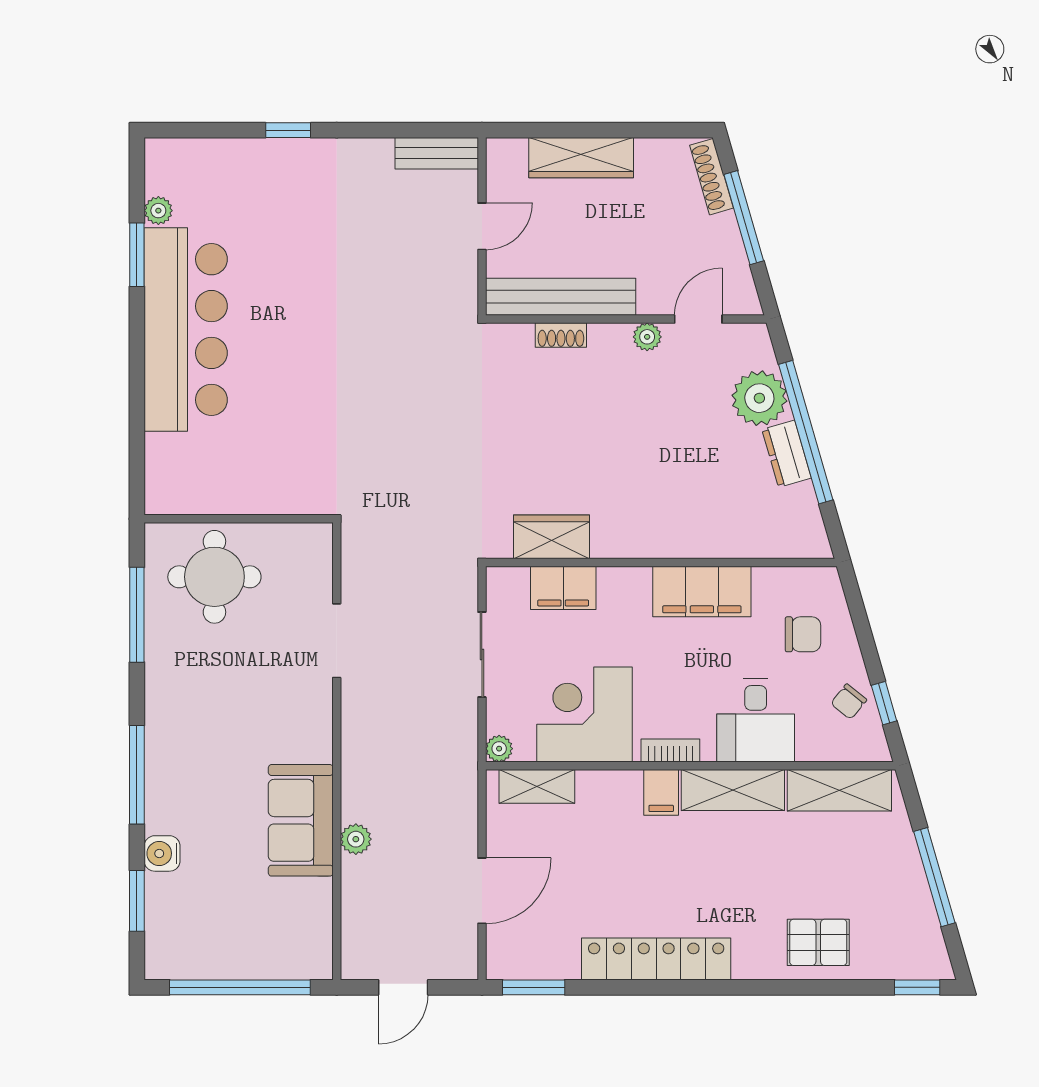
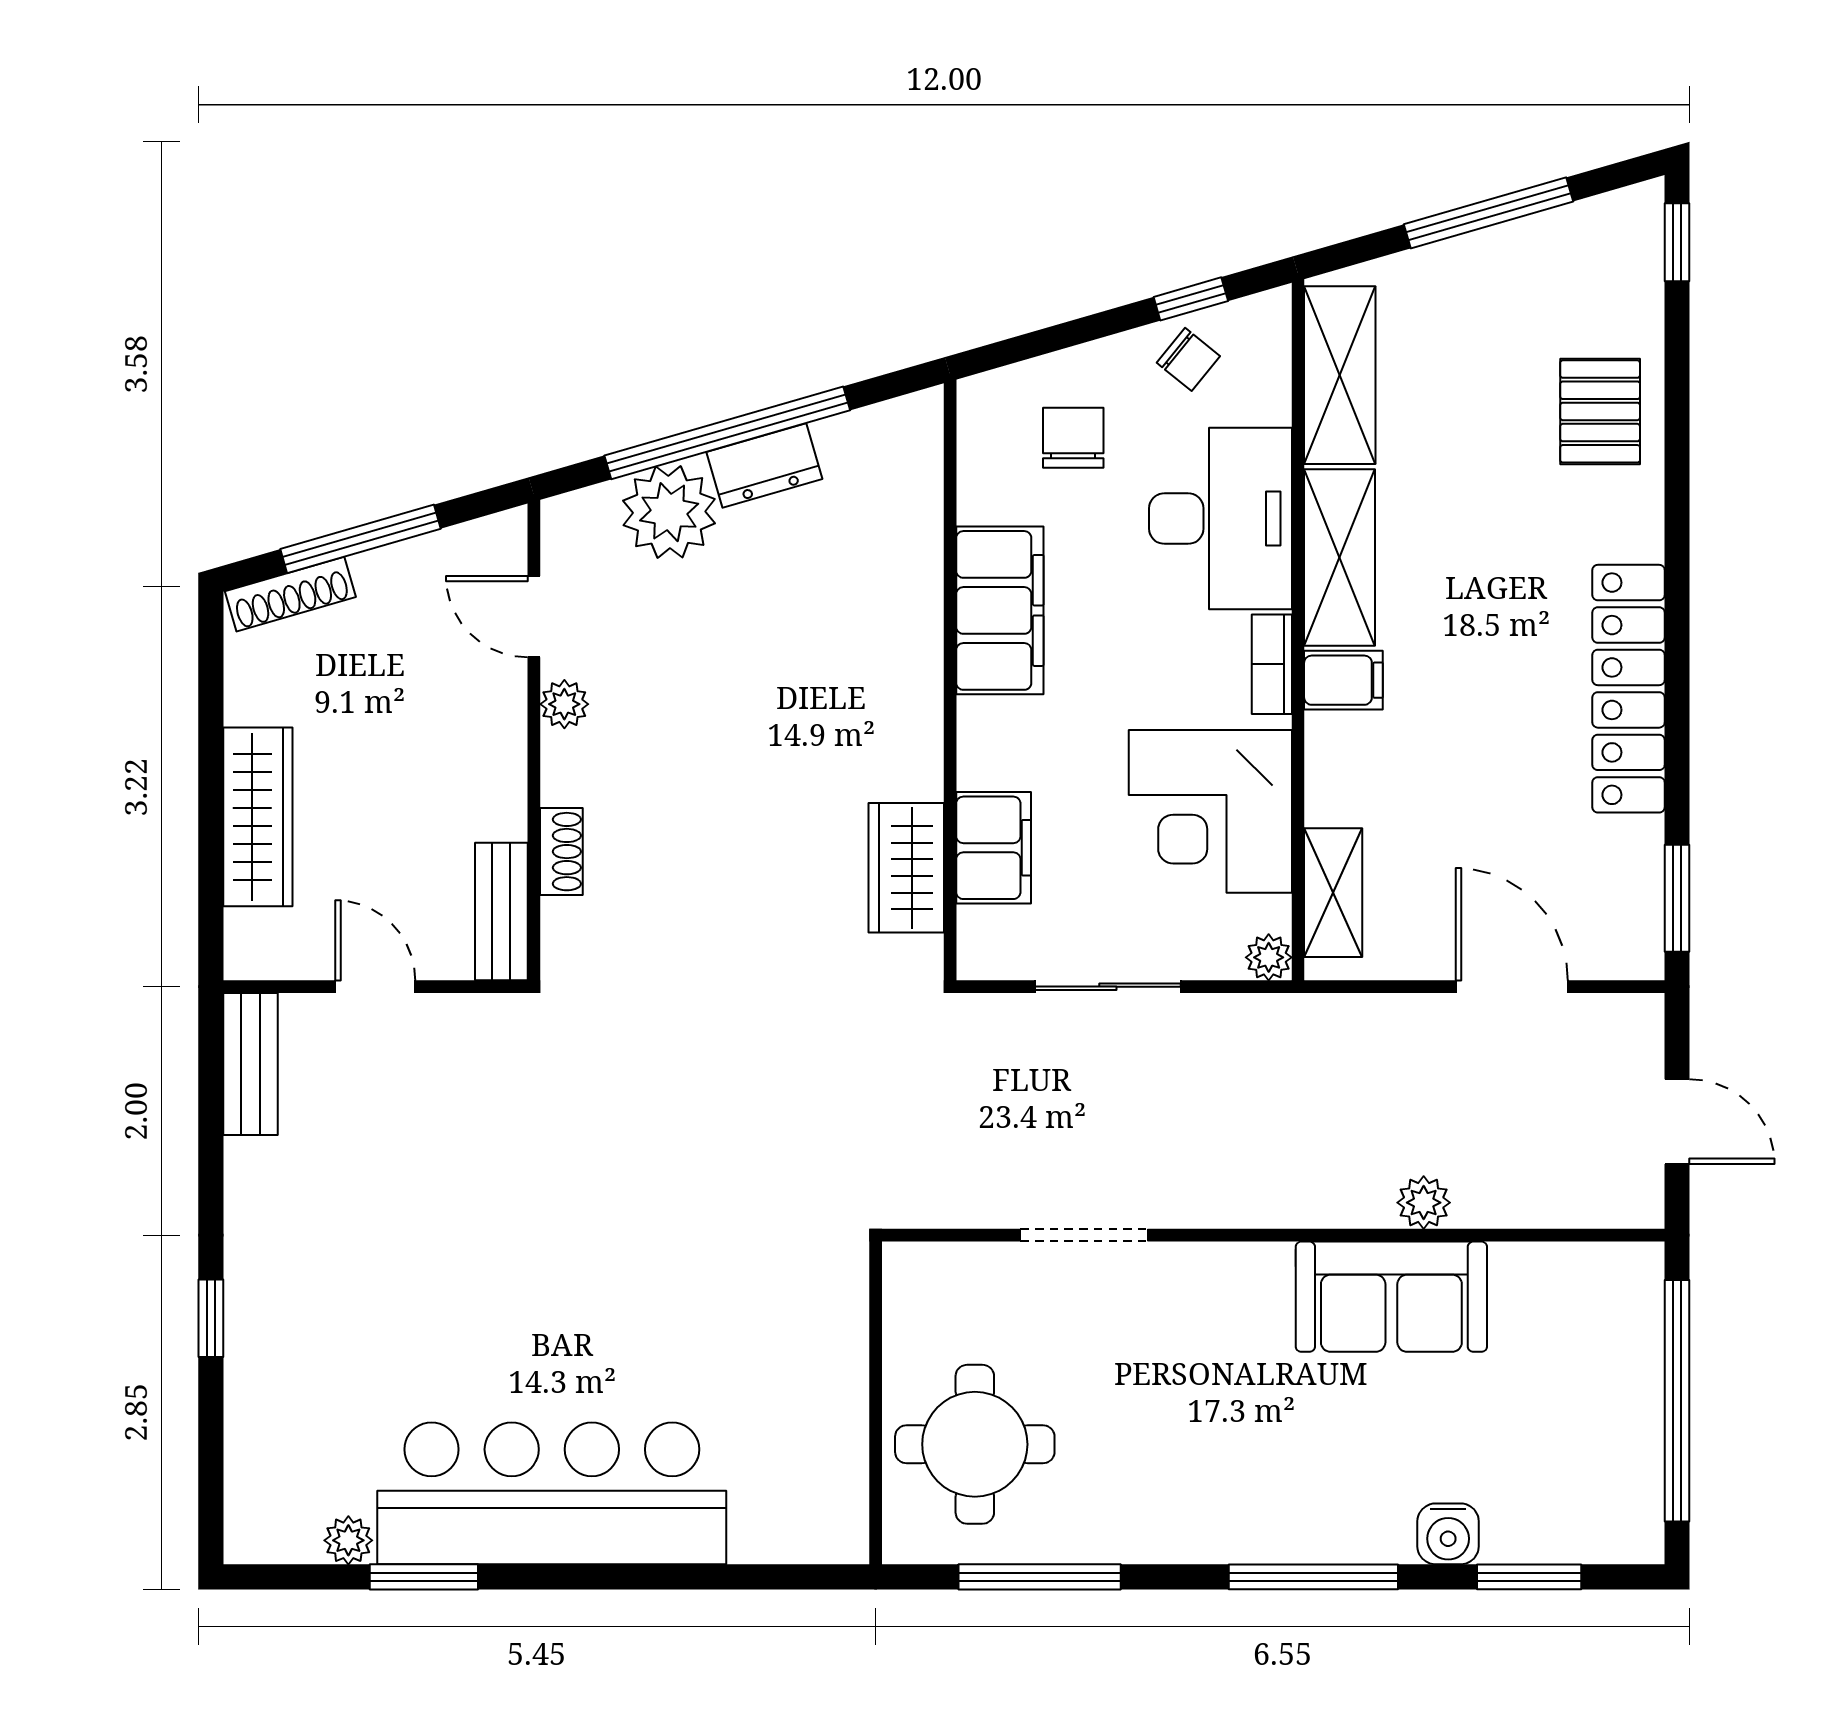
bench: (561, 297) -> (501, 912), width x0.54, depth x0.82
desk: (756, 720) -> (1221, 519), width x1.37

